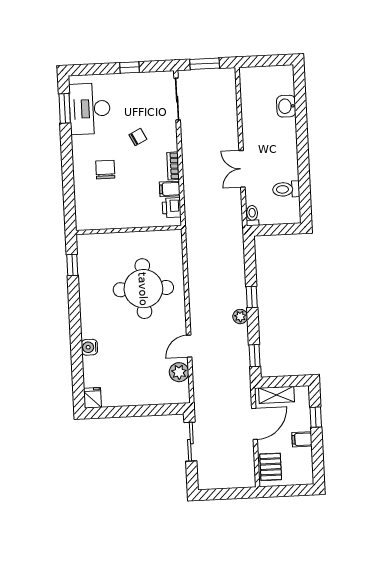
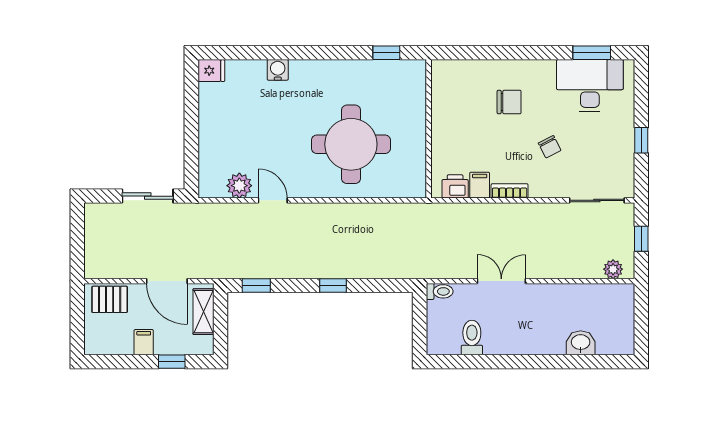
window: (205, 64) -> (641, 239), width x0.67
plant: (240, 317) -> (613, 269), moved

